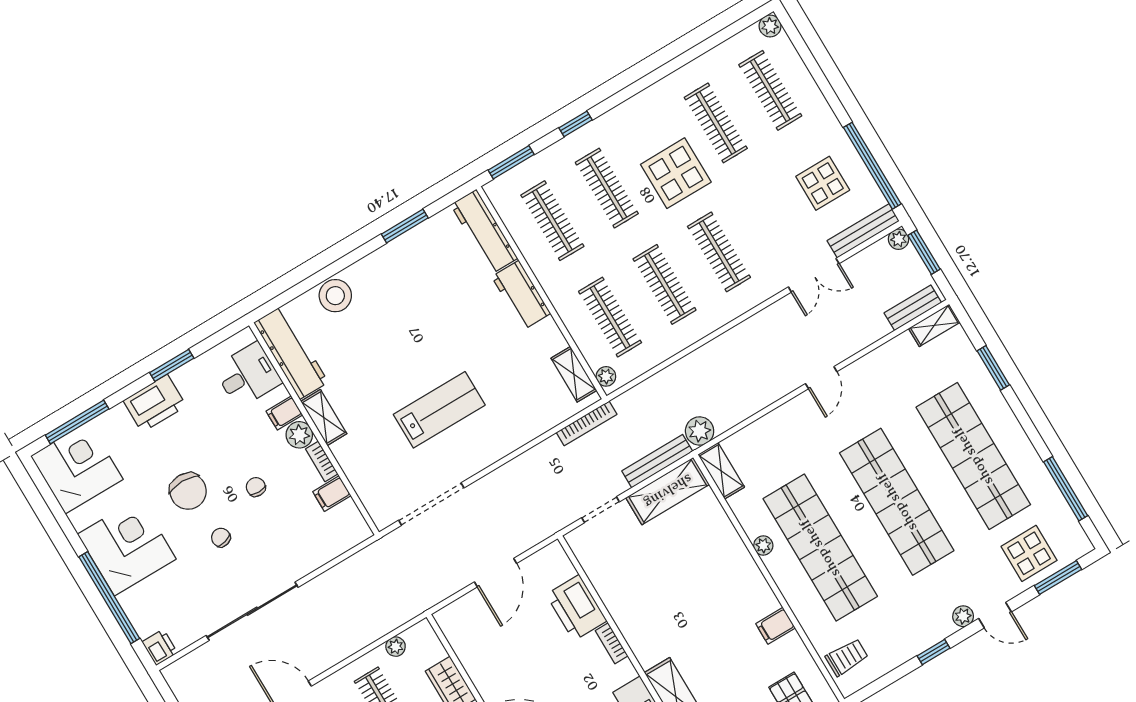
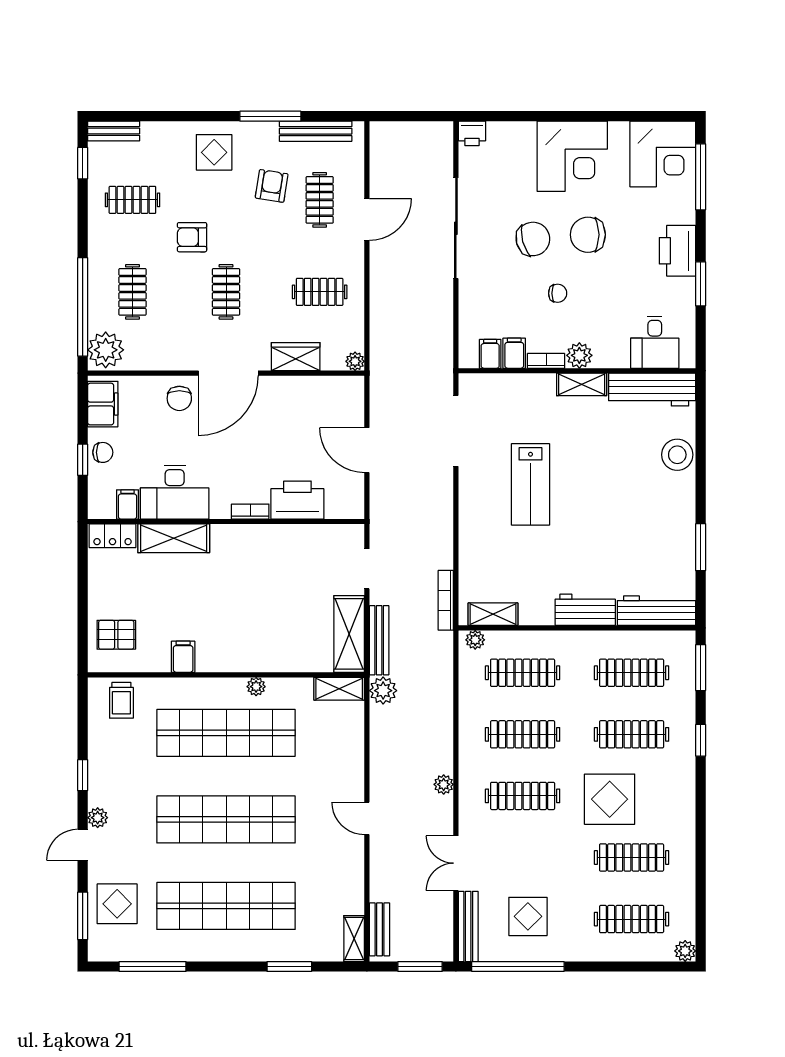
plant: (899, 239) -> (444, 784), moved
filing cabinet: (284, 413) -> (490, 354), moved
chair: (221, 538) -> (533, 239), width x1.87, depth x1.87
window: (109, 598) -> (539, 116), removed
plant: (396, 647) -> (355, 361), moved

